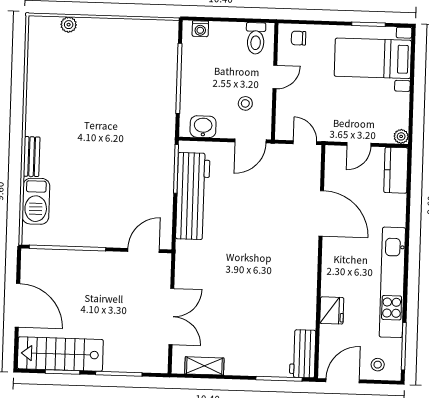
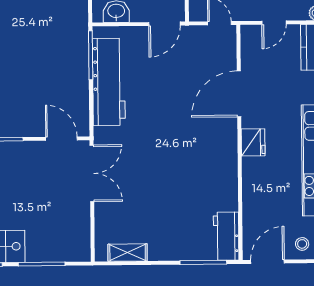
door: (321, 213) -> (239, 94), swing flipped
door: (144, 250) -> (61, 139), hinge flipped
fridge: (332, 310) -> (253, 142), moved
double door: (171, 317) -> (92, 173), moved

